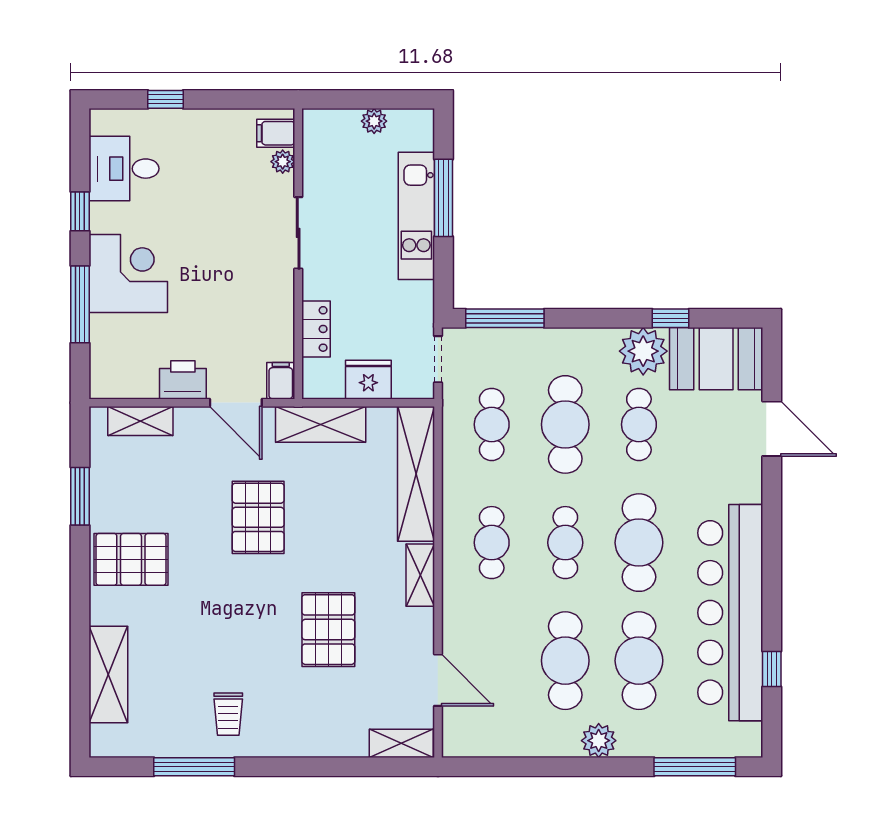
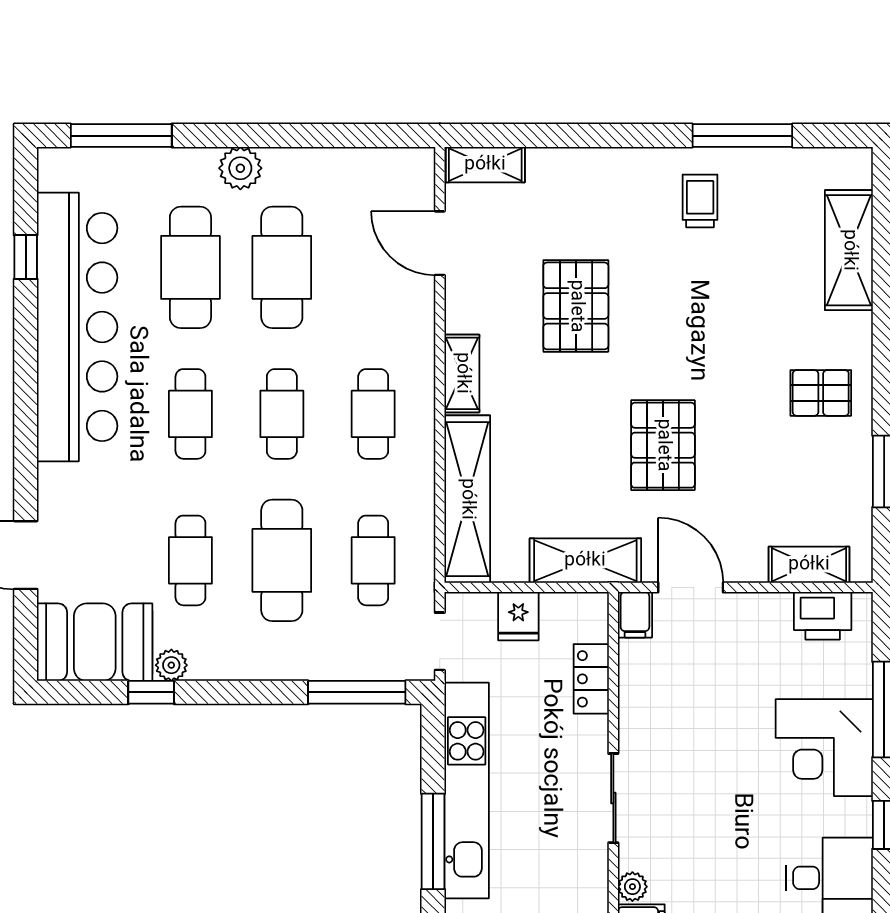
kitchen unit: (416, 216) -> (467, 790), width x1.36
plant: (643, 351) -> (171, 665), width x0.53, depth x0.53
printer: (183, 380) -> (823, 616), moved
fridge: (368, 380) -> (518, 616), width x0.72
cafe table: (639, 543) -> (190, 414), width x0.73, depth x0.74
pallet: (131, 559) -> (821, 393), width x0.67, depth x0.71

